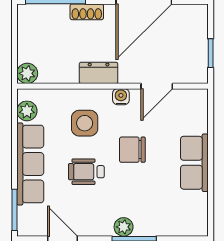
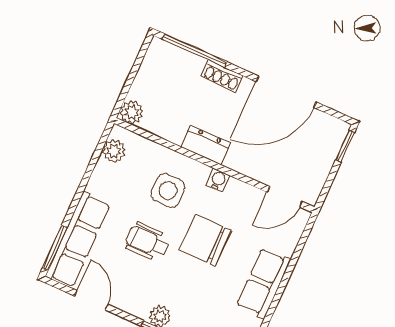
window: (211, 53) -> (345, 146), moved
door: (157, 86) -> (285, 197), moved
chair: (132, 150) -> (205, 240), width x1.37, depth x1.37
row of seats: (30, 164) -> (78, 240), moved

